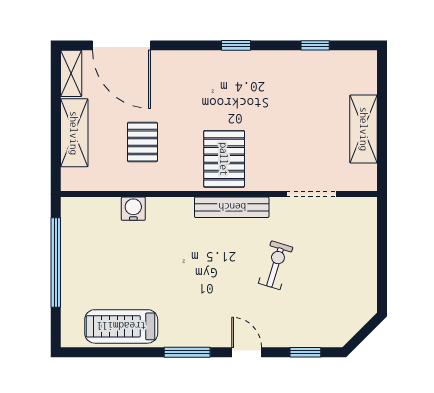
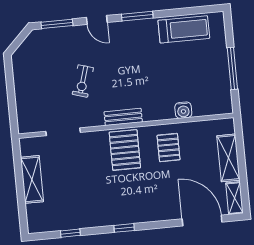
pallet: (142, 142) -> (169, 148), moved
bench: (232, 207) -> (123, 117), width x0.73
window: (56, 263) -> (232, 68), width x0.68
window: (305, 352) -> (57, 24), width x1.50

